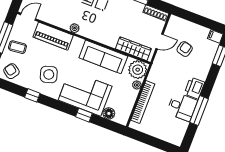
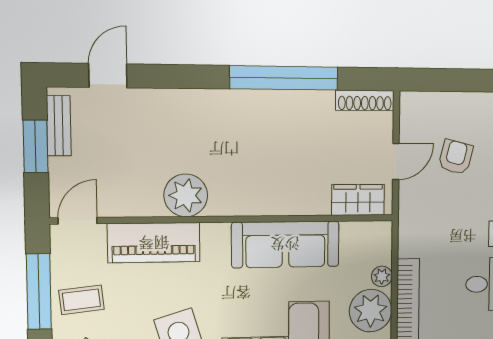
plant: (75, 28) -> (186, 195), width x1.87, depth x1.87
wardrobe: (133, 49) -> (358, 200), width x0.67
plant: (138, 70) -> (371, 311), moved

